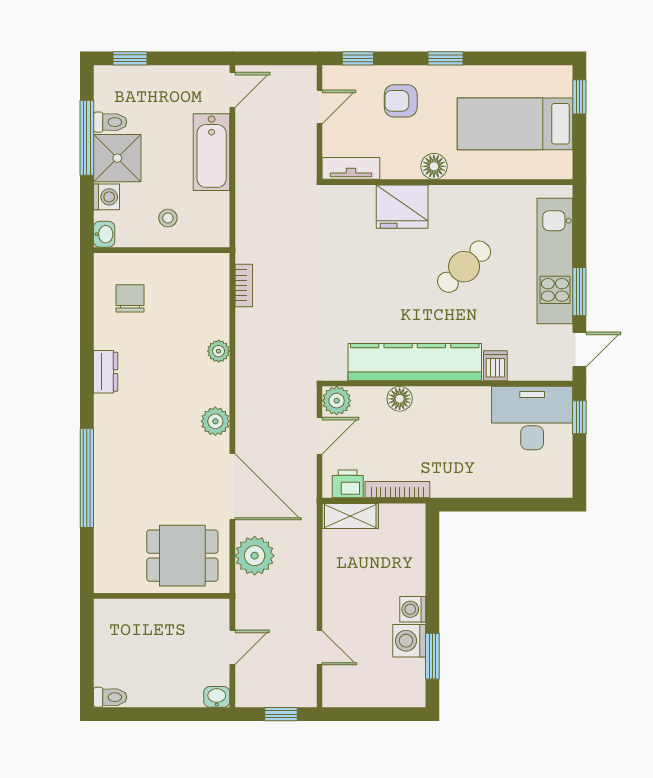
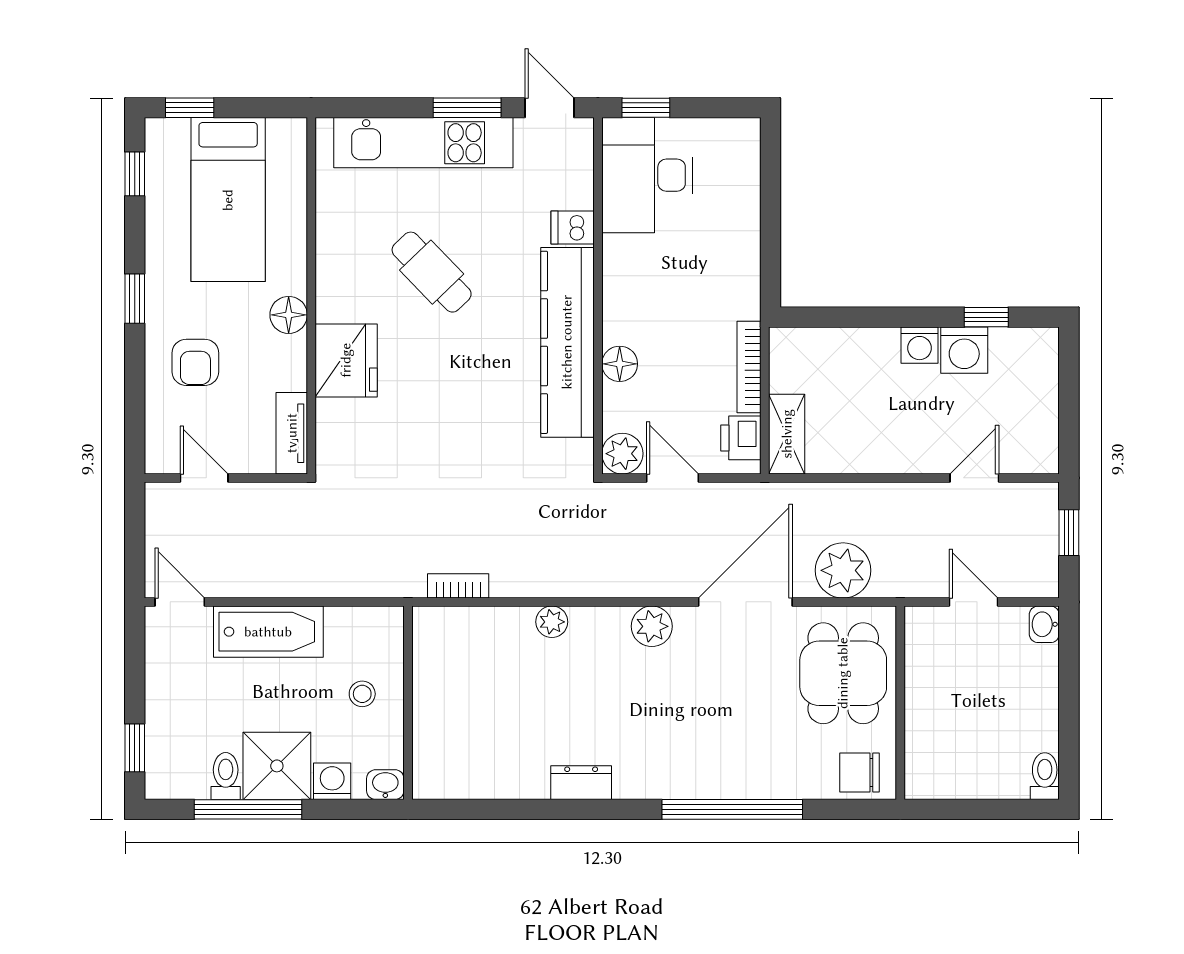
window: (358, 58) -> (135, 174), moved
chair: (130, 298) -> (860, 773), moved
window: (432, 656) -> (986, 317), width x0.67

